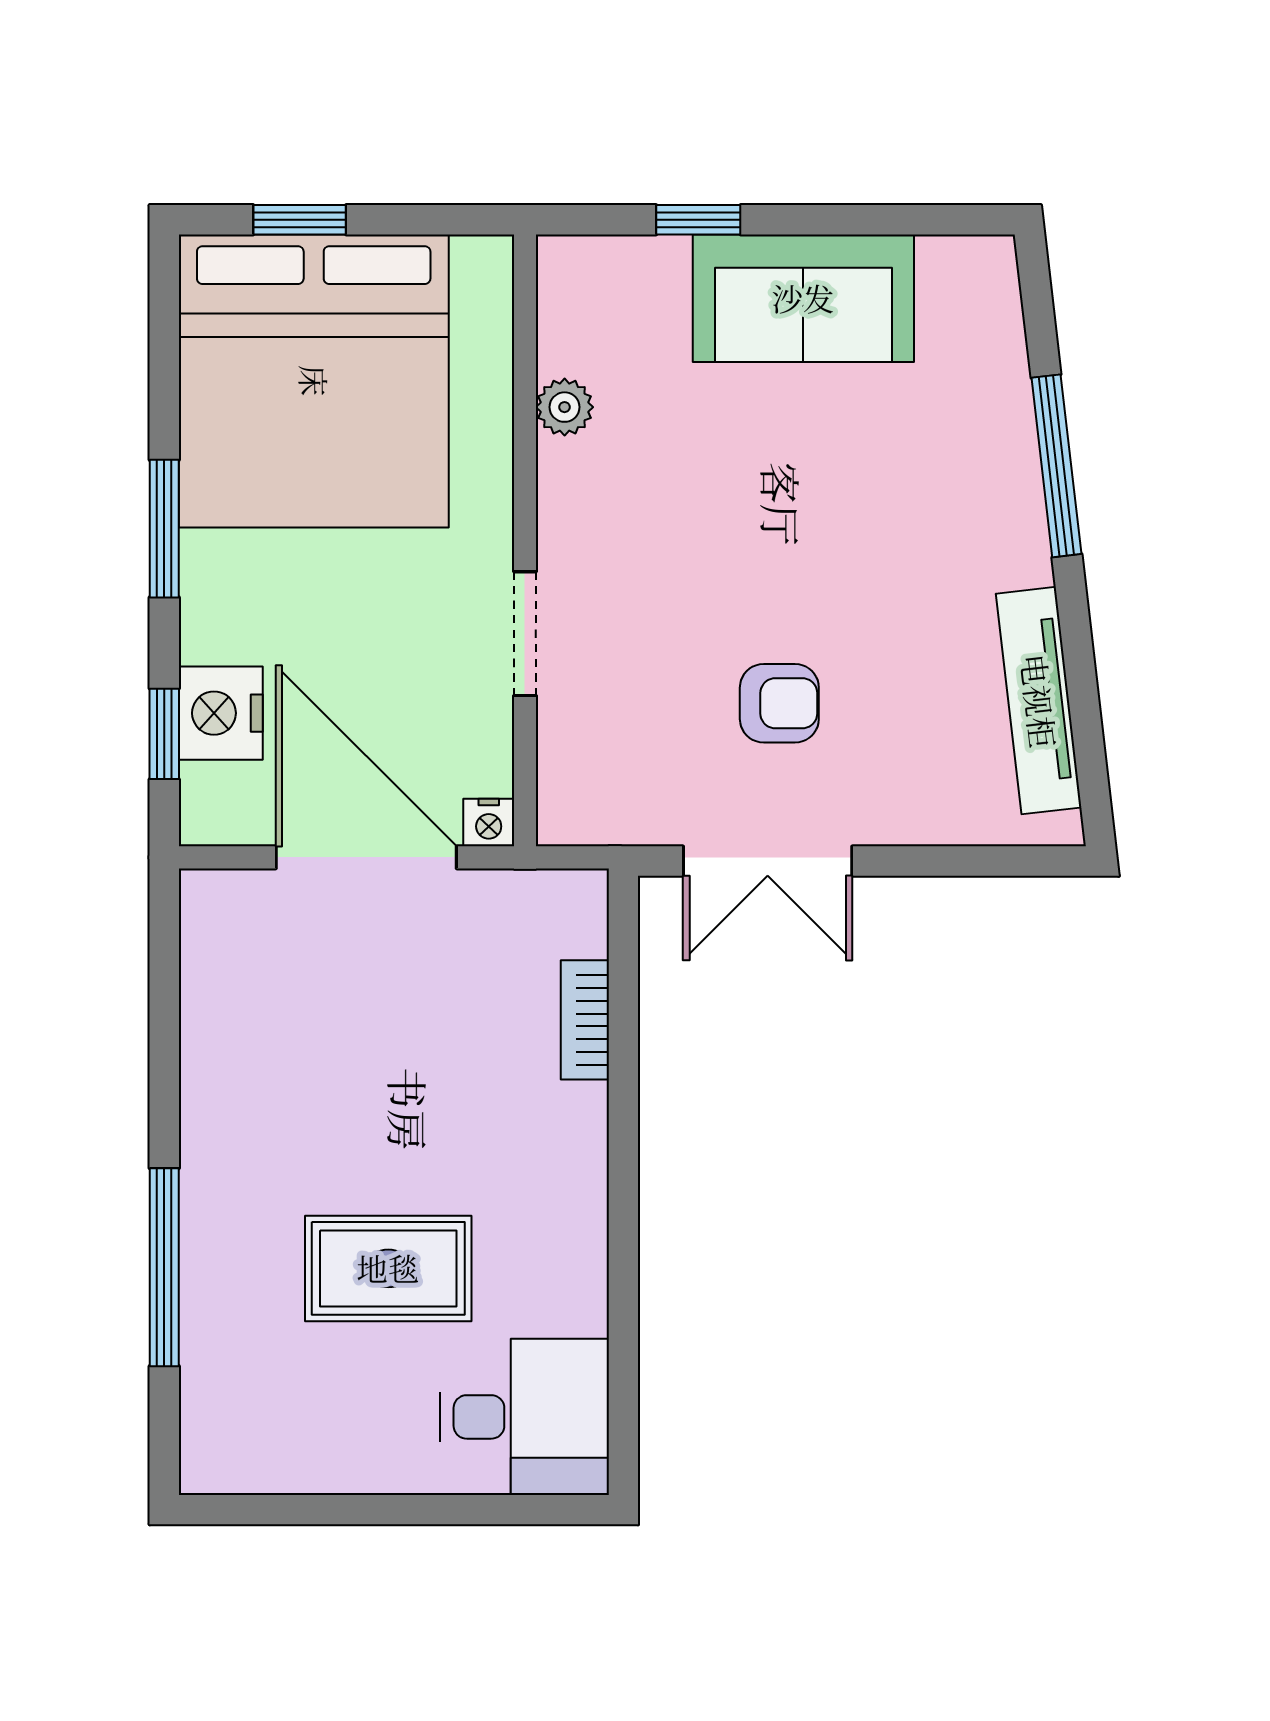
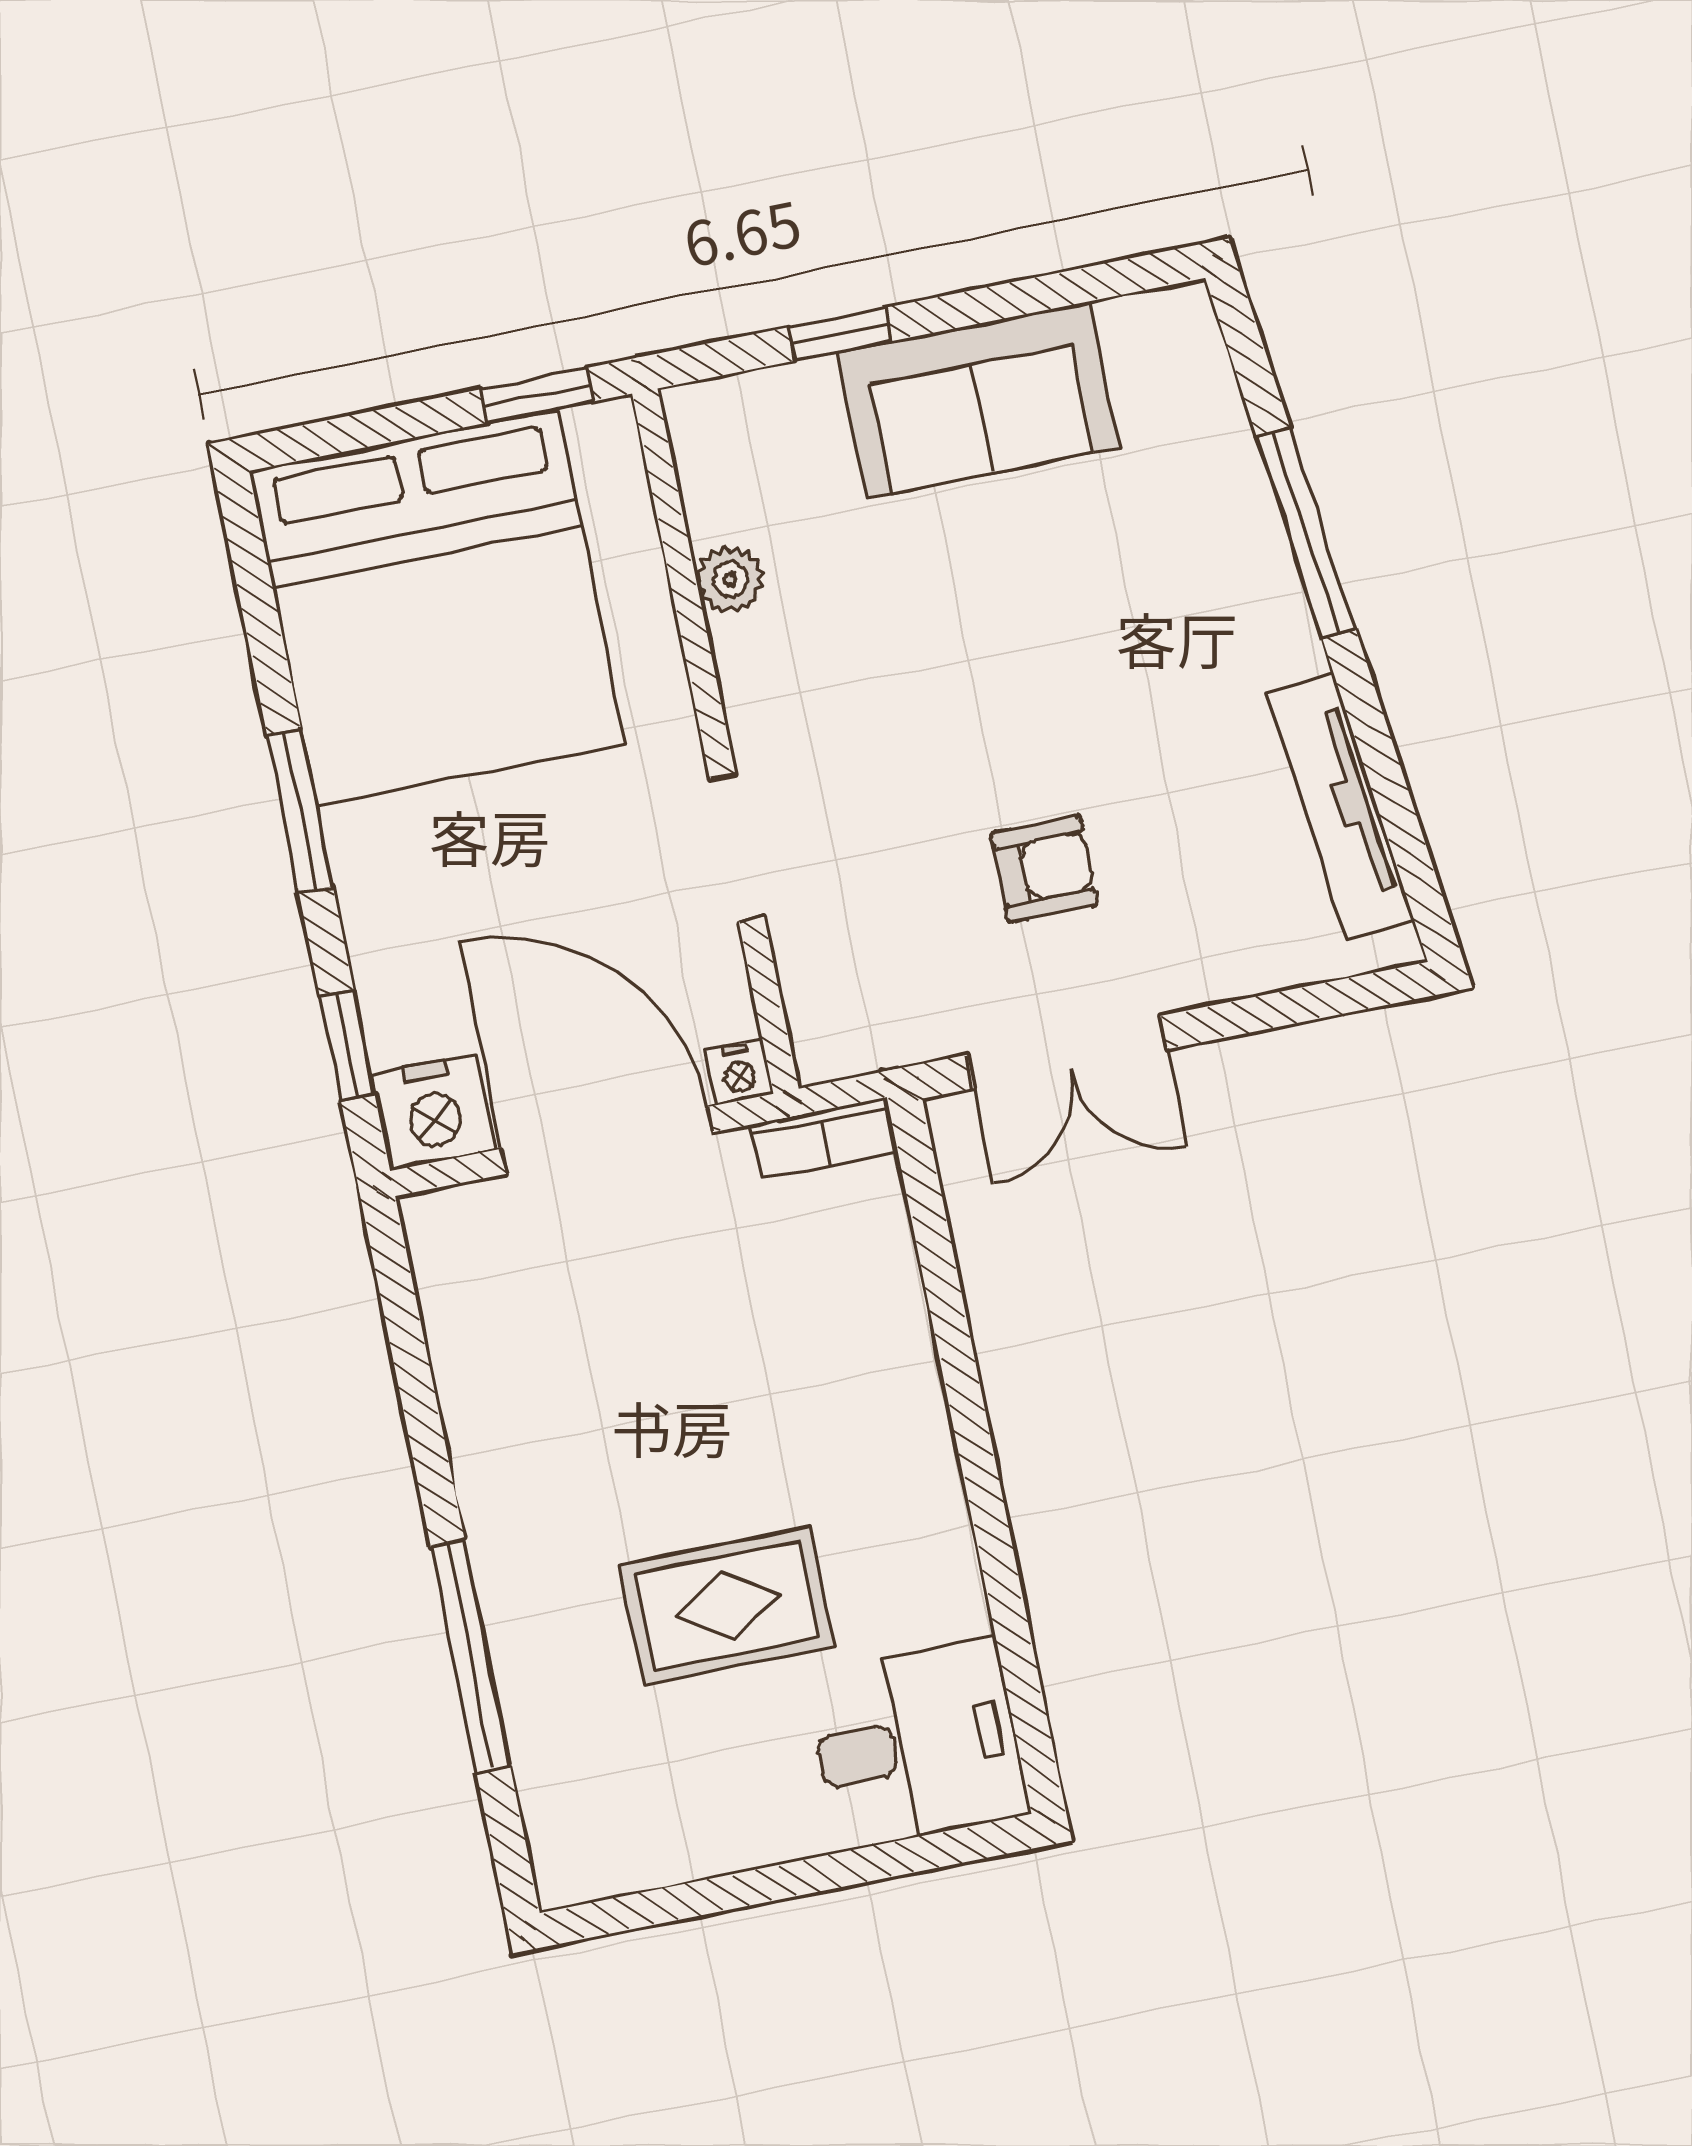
window: (300, 220) -> (537, 395), moved
nightstand: (221, 713) -> (434, 1112), moved, turned -90
bookcase: (585, 1020) -> (824, 1138), moved, turned -90

